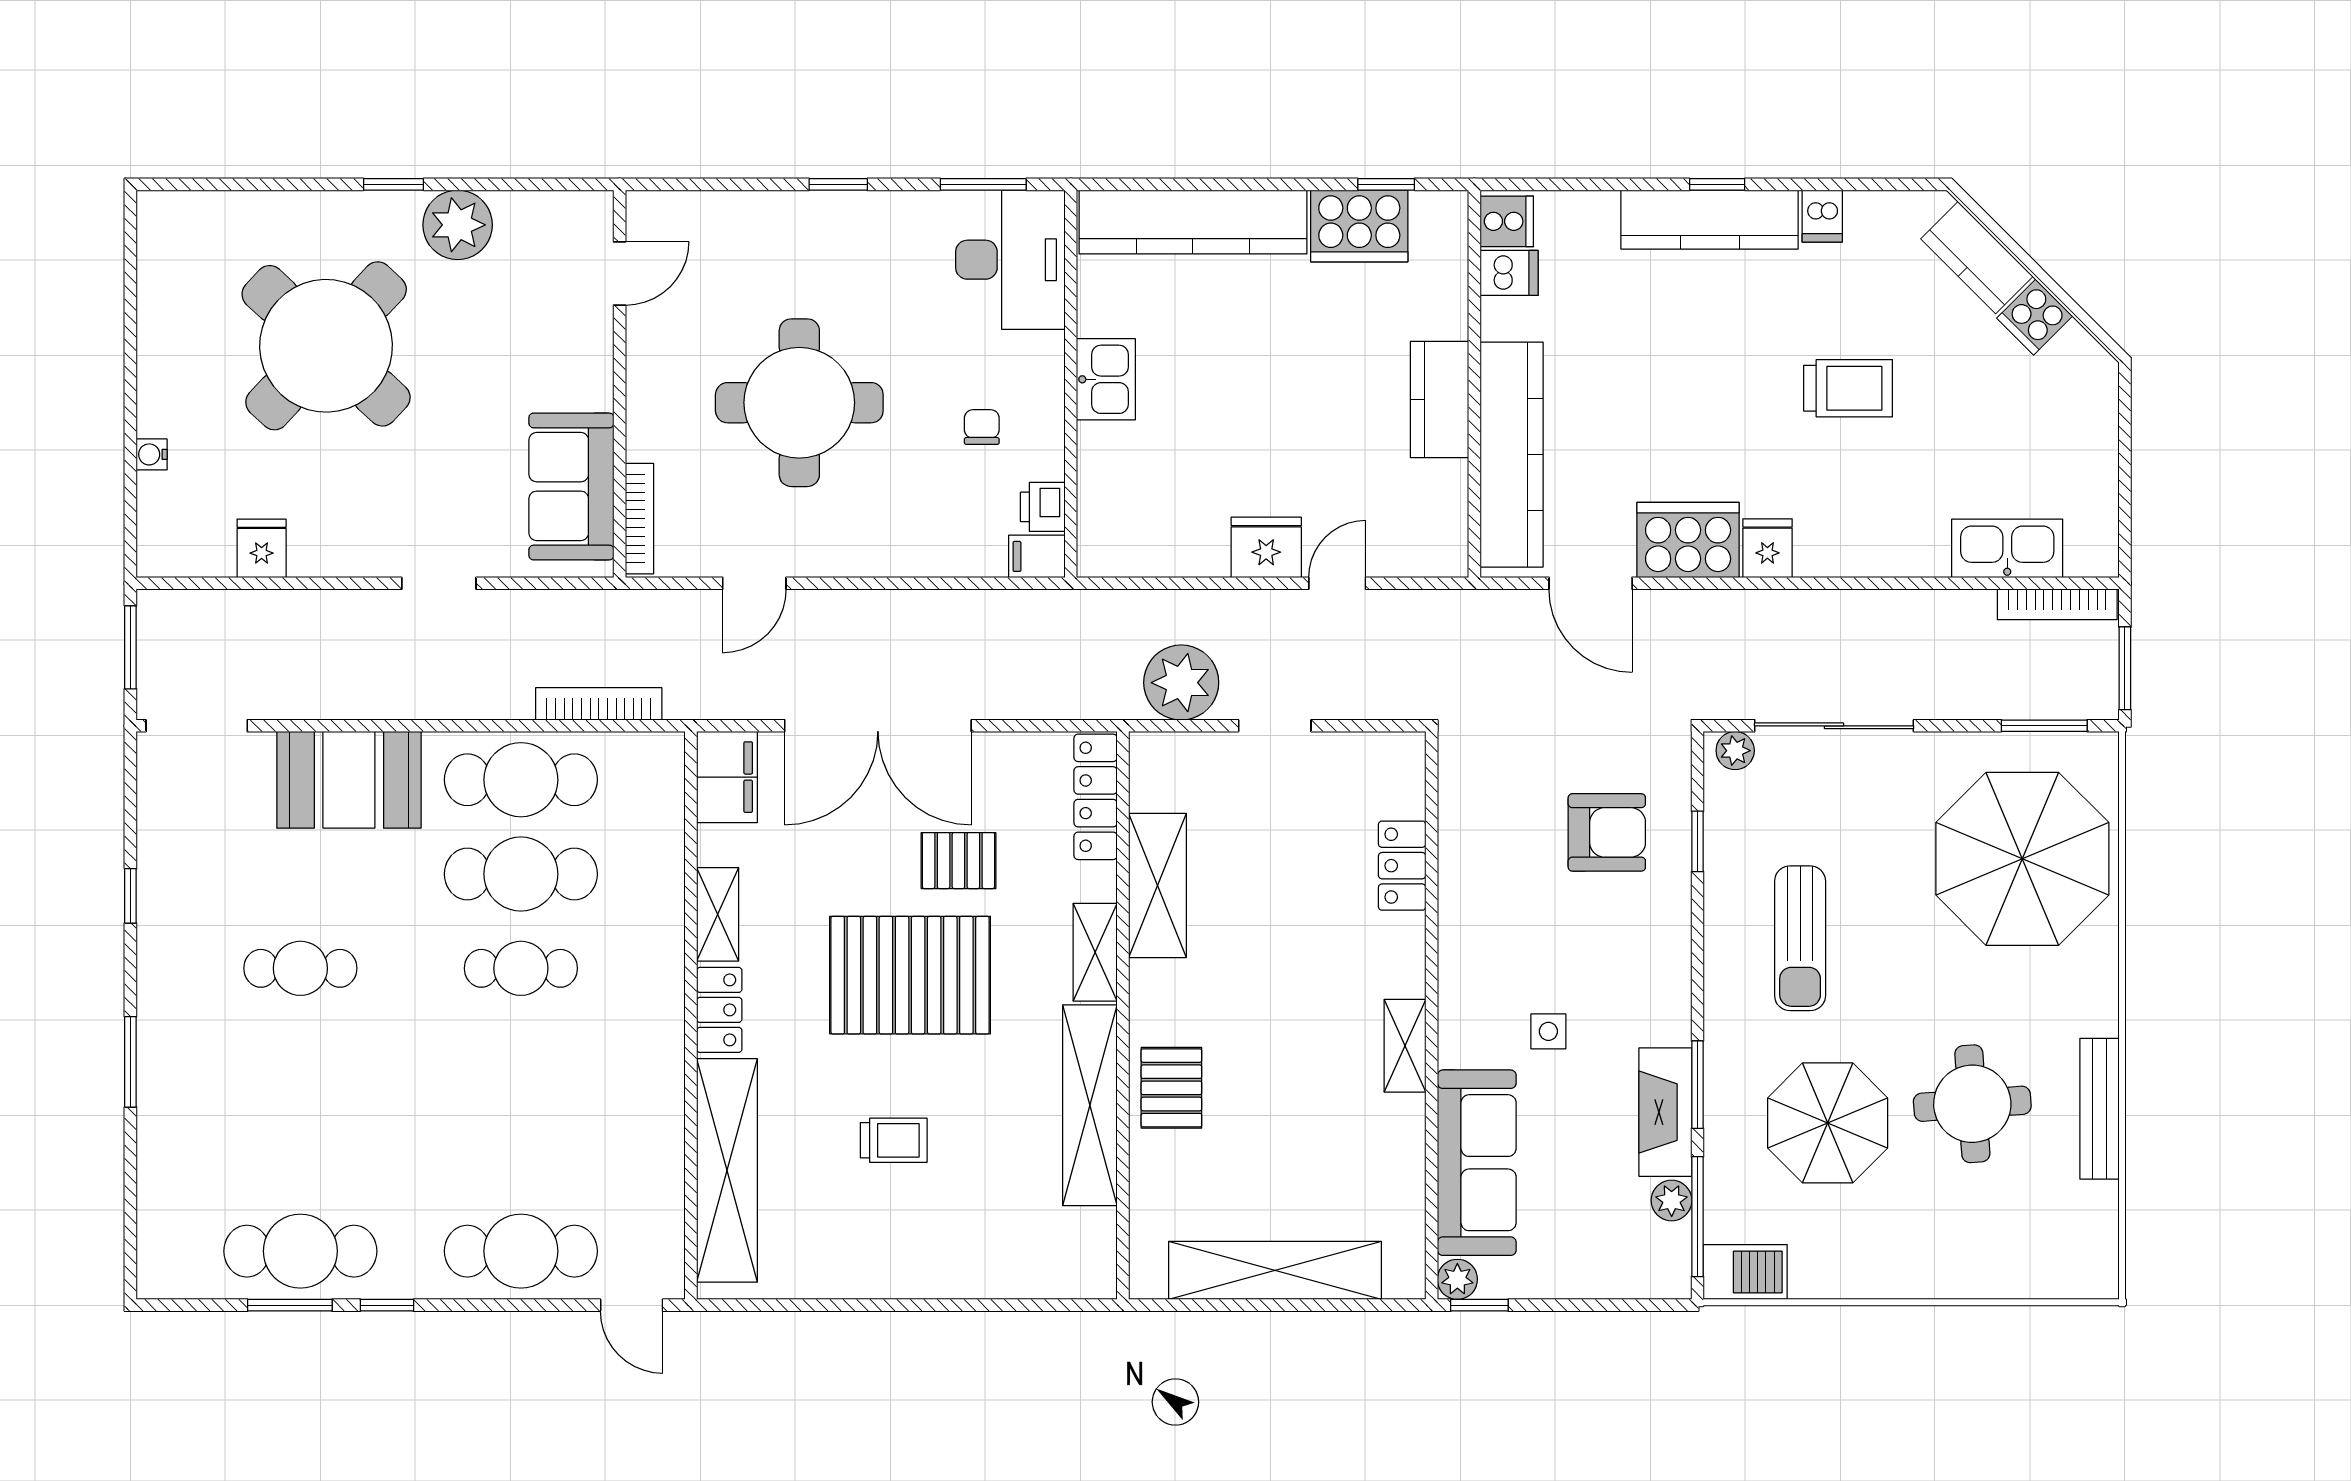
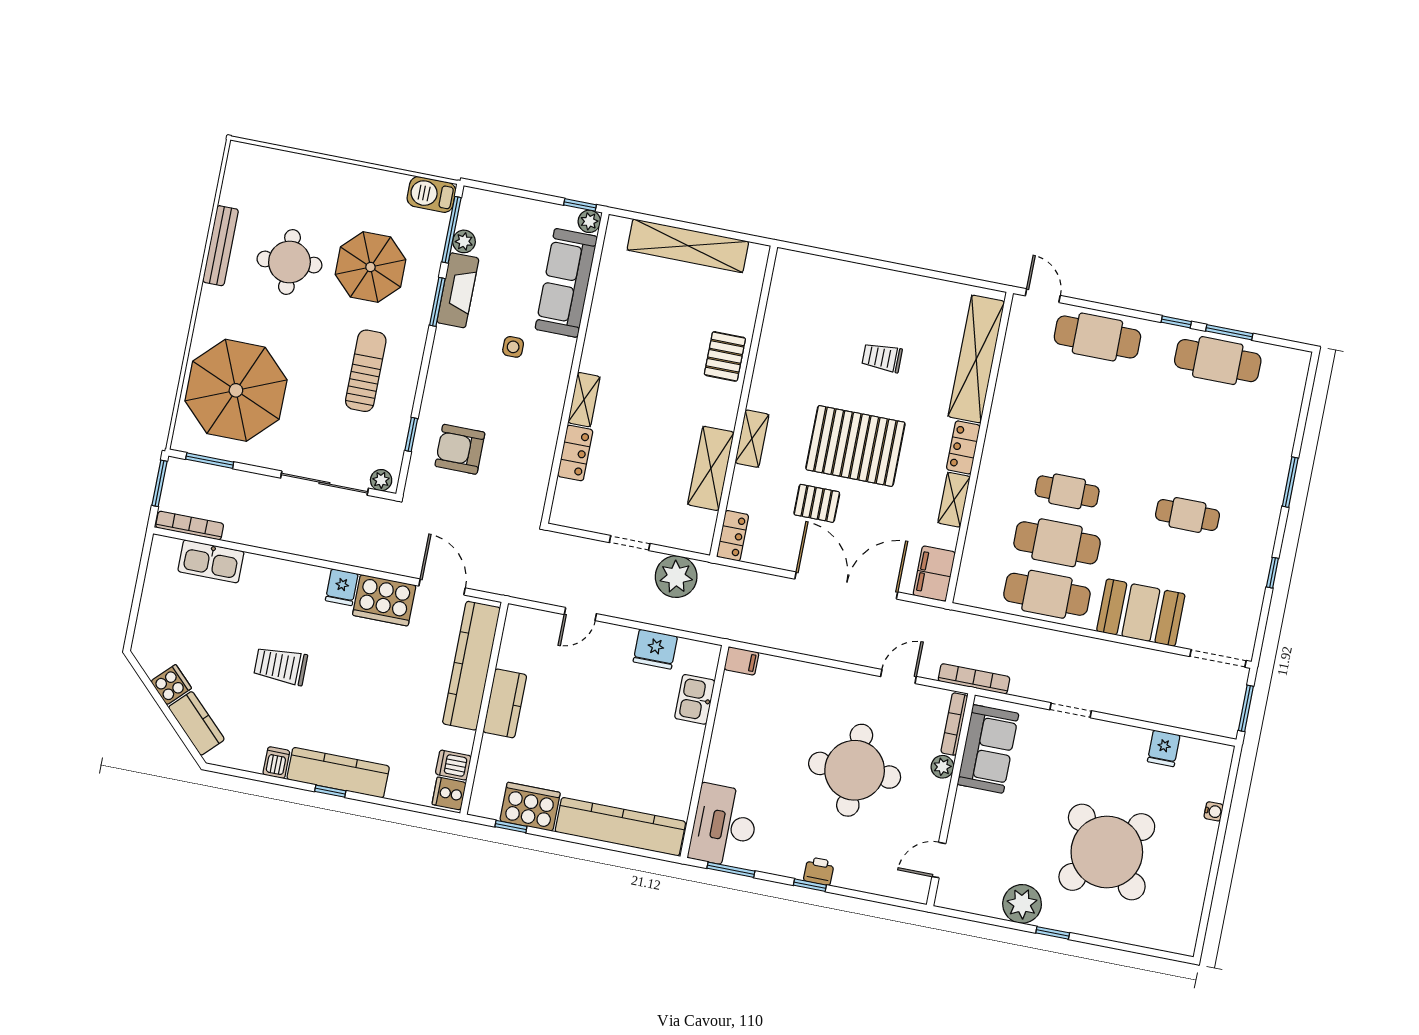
kitchen sink: (1106, 379) -> (695, 699), moved
chair: (982, 427) -> (758, 737), removed
plant: (646, 439) -> (942, 767), added
printer: (1043, 507) -> (819, 871), moved, turned -90
fridge: (1266, 547) -> (655, 649), moved
bookcase: (599, 704) -> (974, 679), moved, turned 180
locker: (1096, 797) -> (733, 536), width x0.66
shelving: (1405, 1046) -> (584, 400), moved
shelving: (1090, 1105) -> (771, 356), removed

